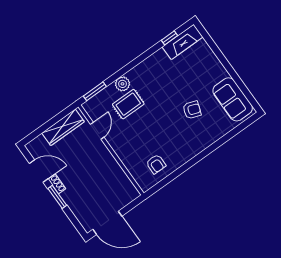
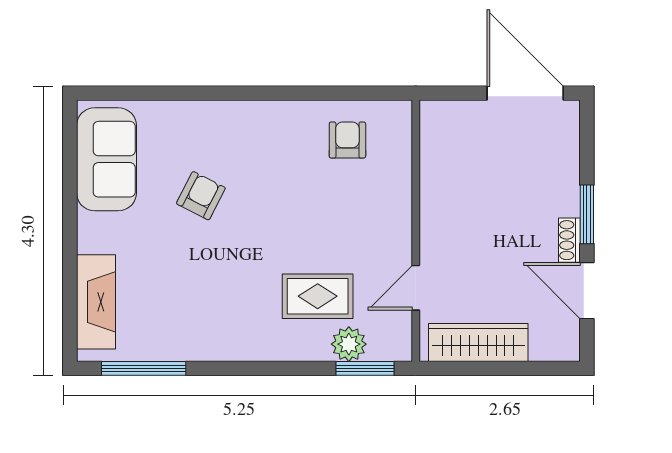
window: (170, 38) -> (144, 368), width x2.17
fireplace: (183, 42) -> (96, 302), moved, turned 90
plant: (122, 84) -> (349, 344), moved
armchair: (192, 110) -> (201, 196), turned 97

